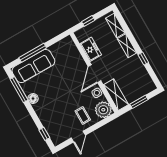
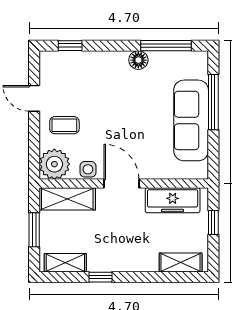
shelving: (127, 46) -> (65, 263), moved
freezer: (91, 49) -> (173, 200), width x1.40
sofa: (33, 66) -> (191, 120), moved

